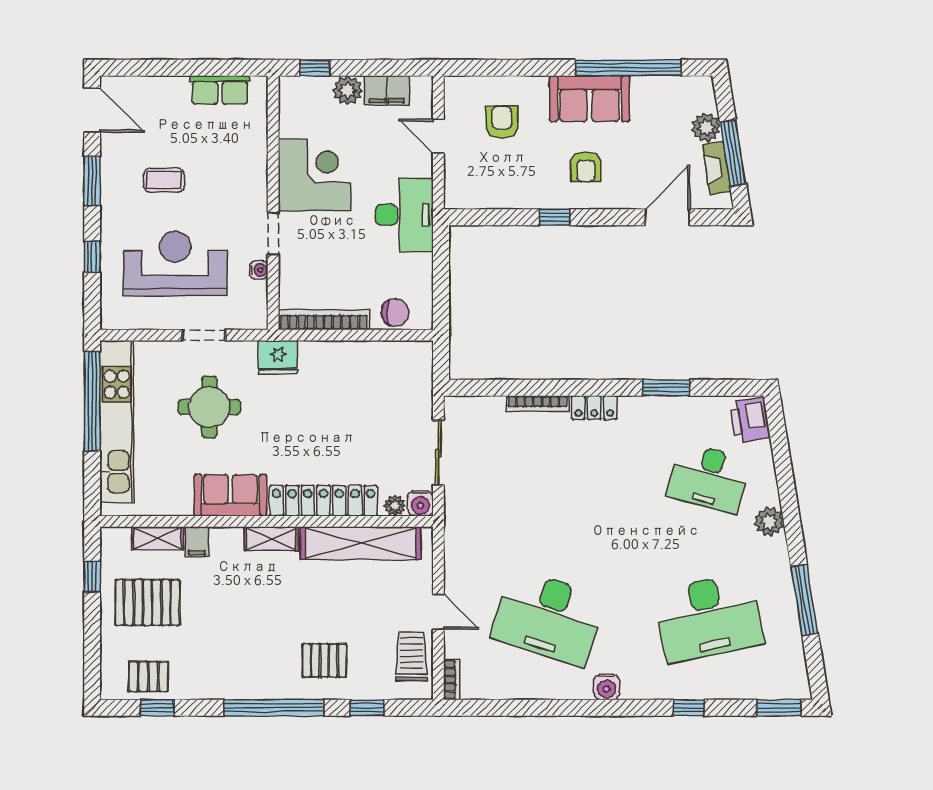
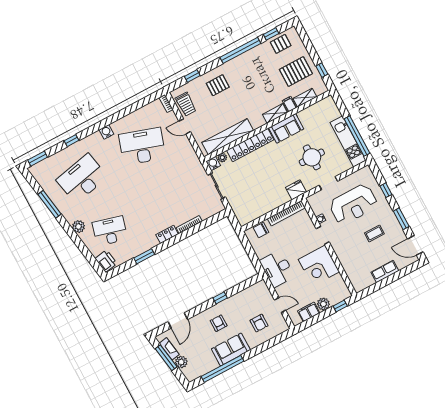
row of seats: (220, 90) -> (385, 271), moved
kitchen unit: (117, 422) -> (348, 141), width x0.73
shelving: (271, 539) -> (275, 113), moved
window: (274, 708) -> (240, 50), moved

